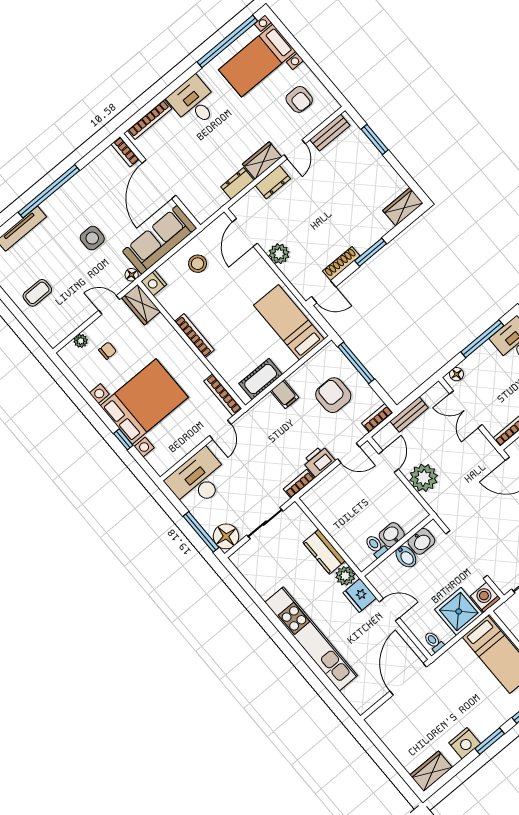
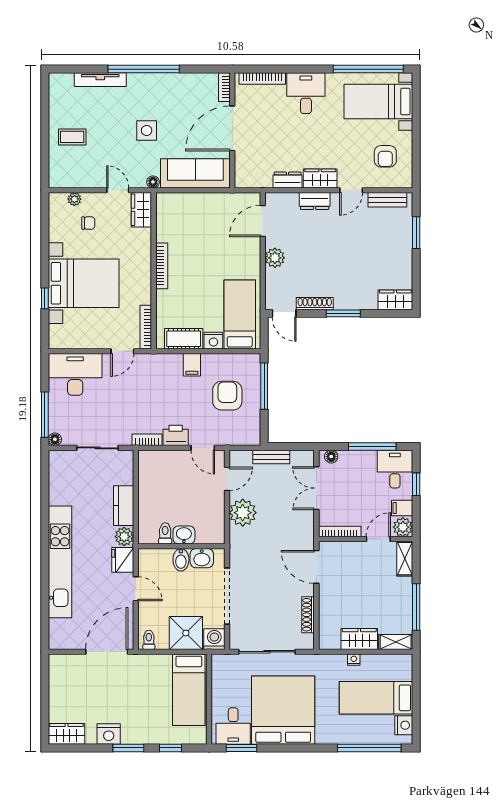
stool: (198, 264) -> (209, 215), removed
nightstand: (154, 283) -> (213, 341), moved, turned -90
bookcase: (377, 418) -> (246, 440), removed
floor lamp: (226, 536) -> (55, 439), width x0.53, depth x0.53

